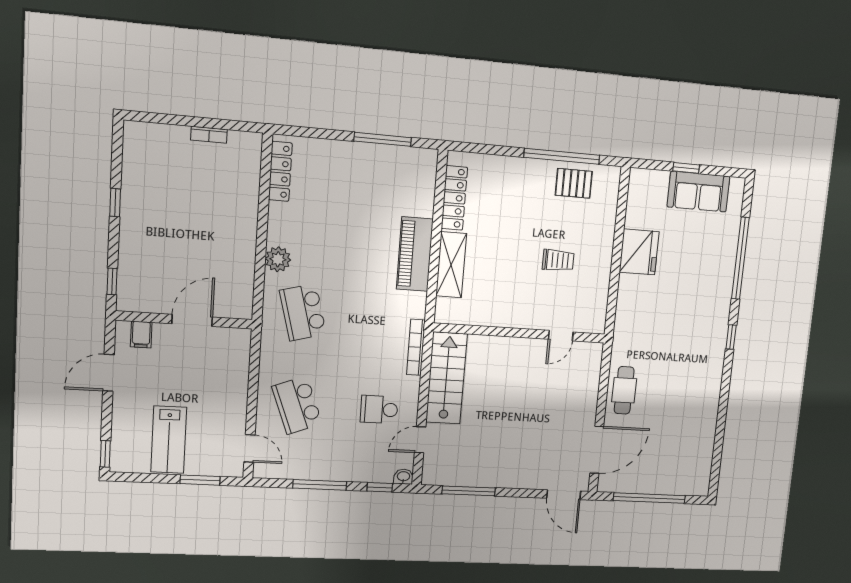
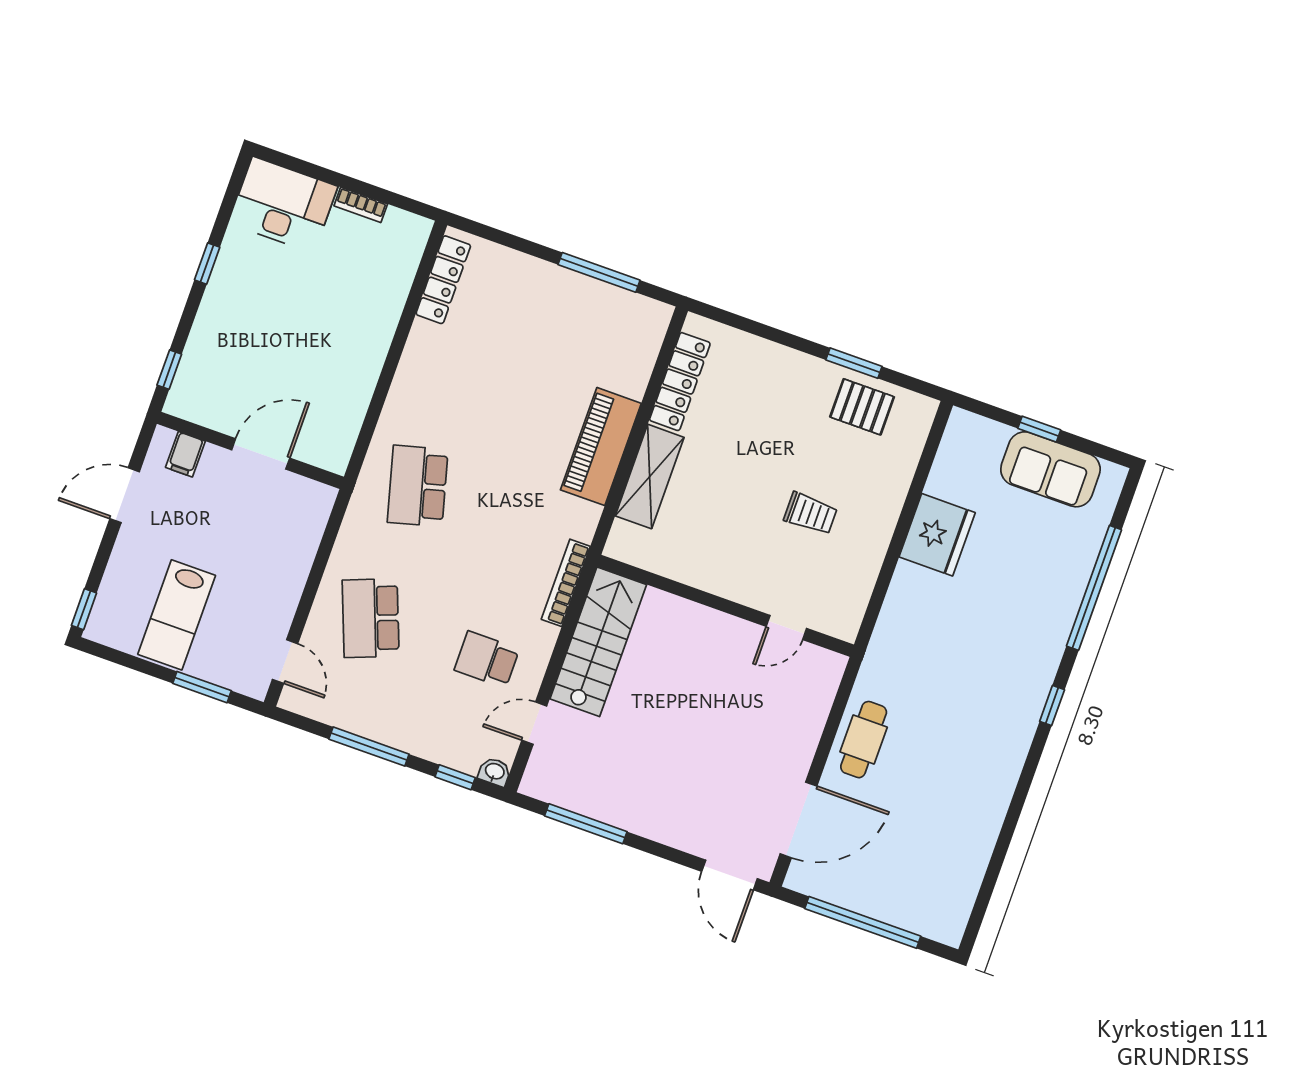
desk: (155, 148) -> (283, 205), added
window: (562, 156) -> (854, 363), width x0.47
plant: (278, 259) -> (405, 401), removed

